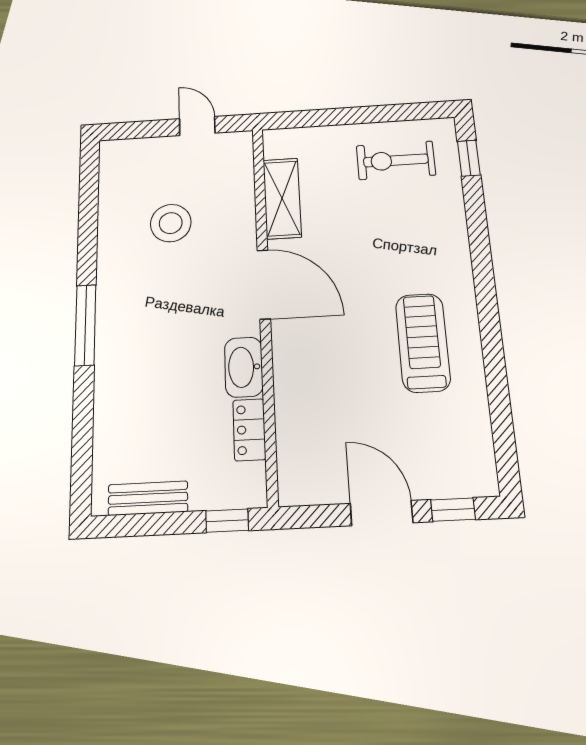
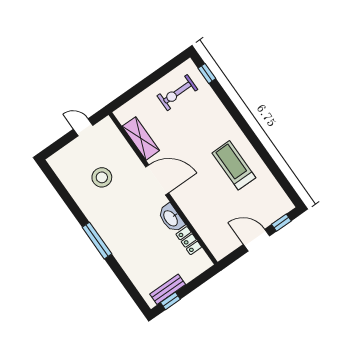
window: (227, 521) -> (170, 301), moved

